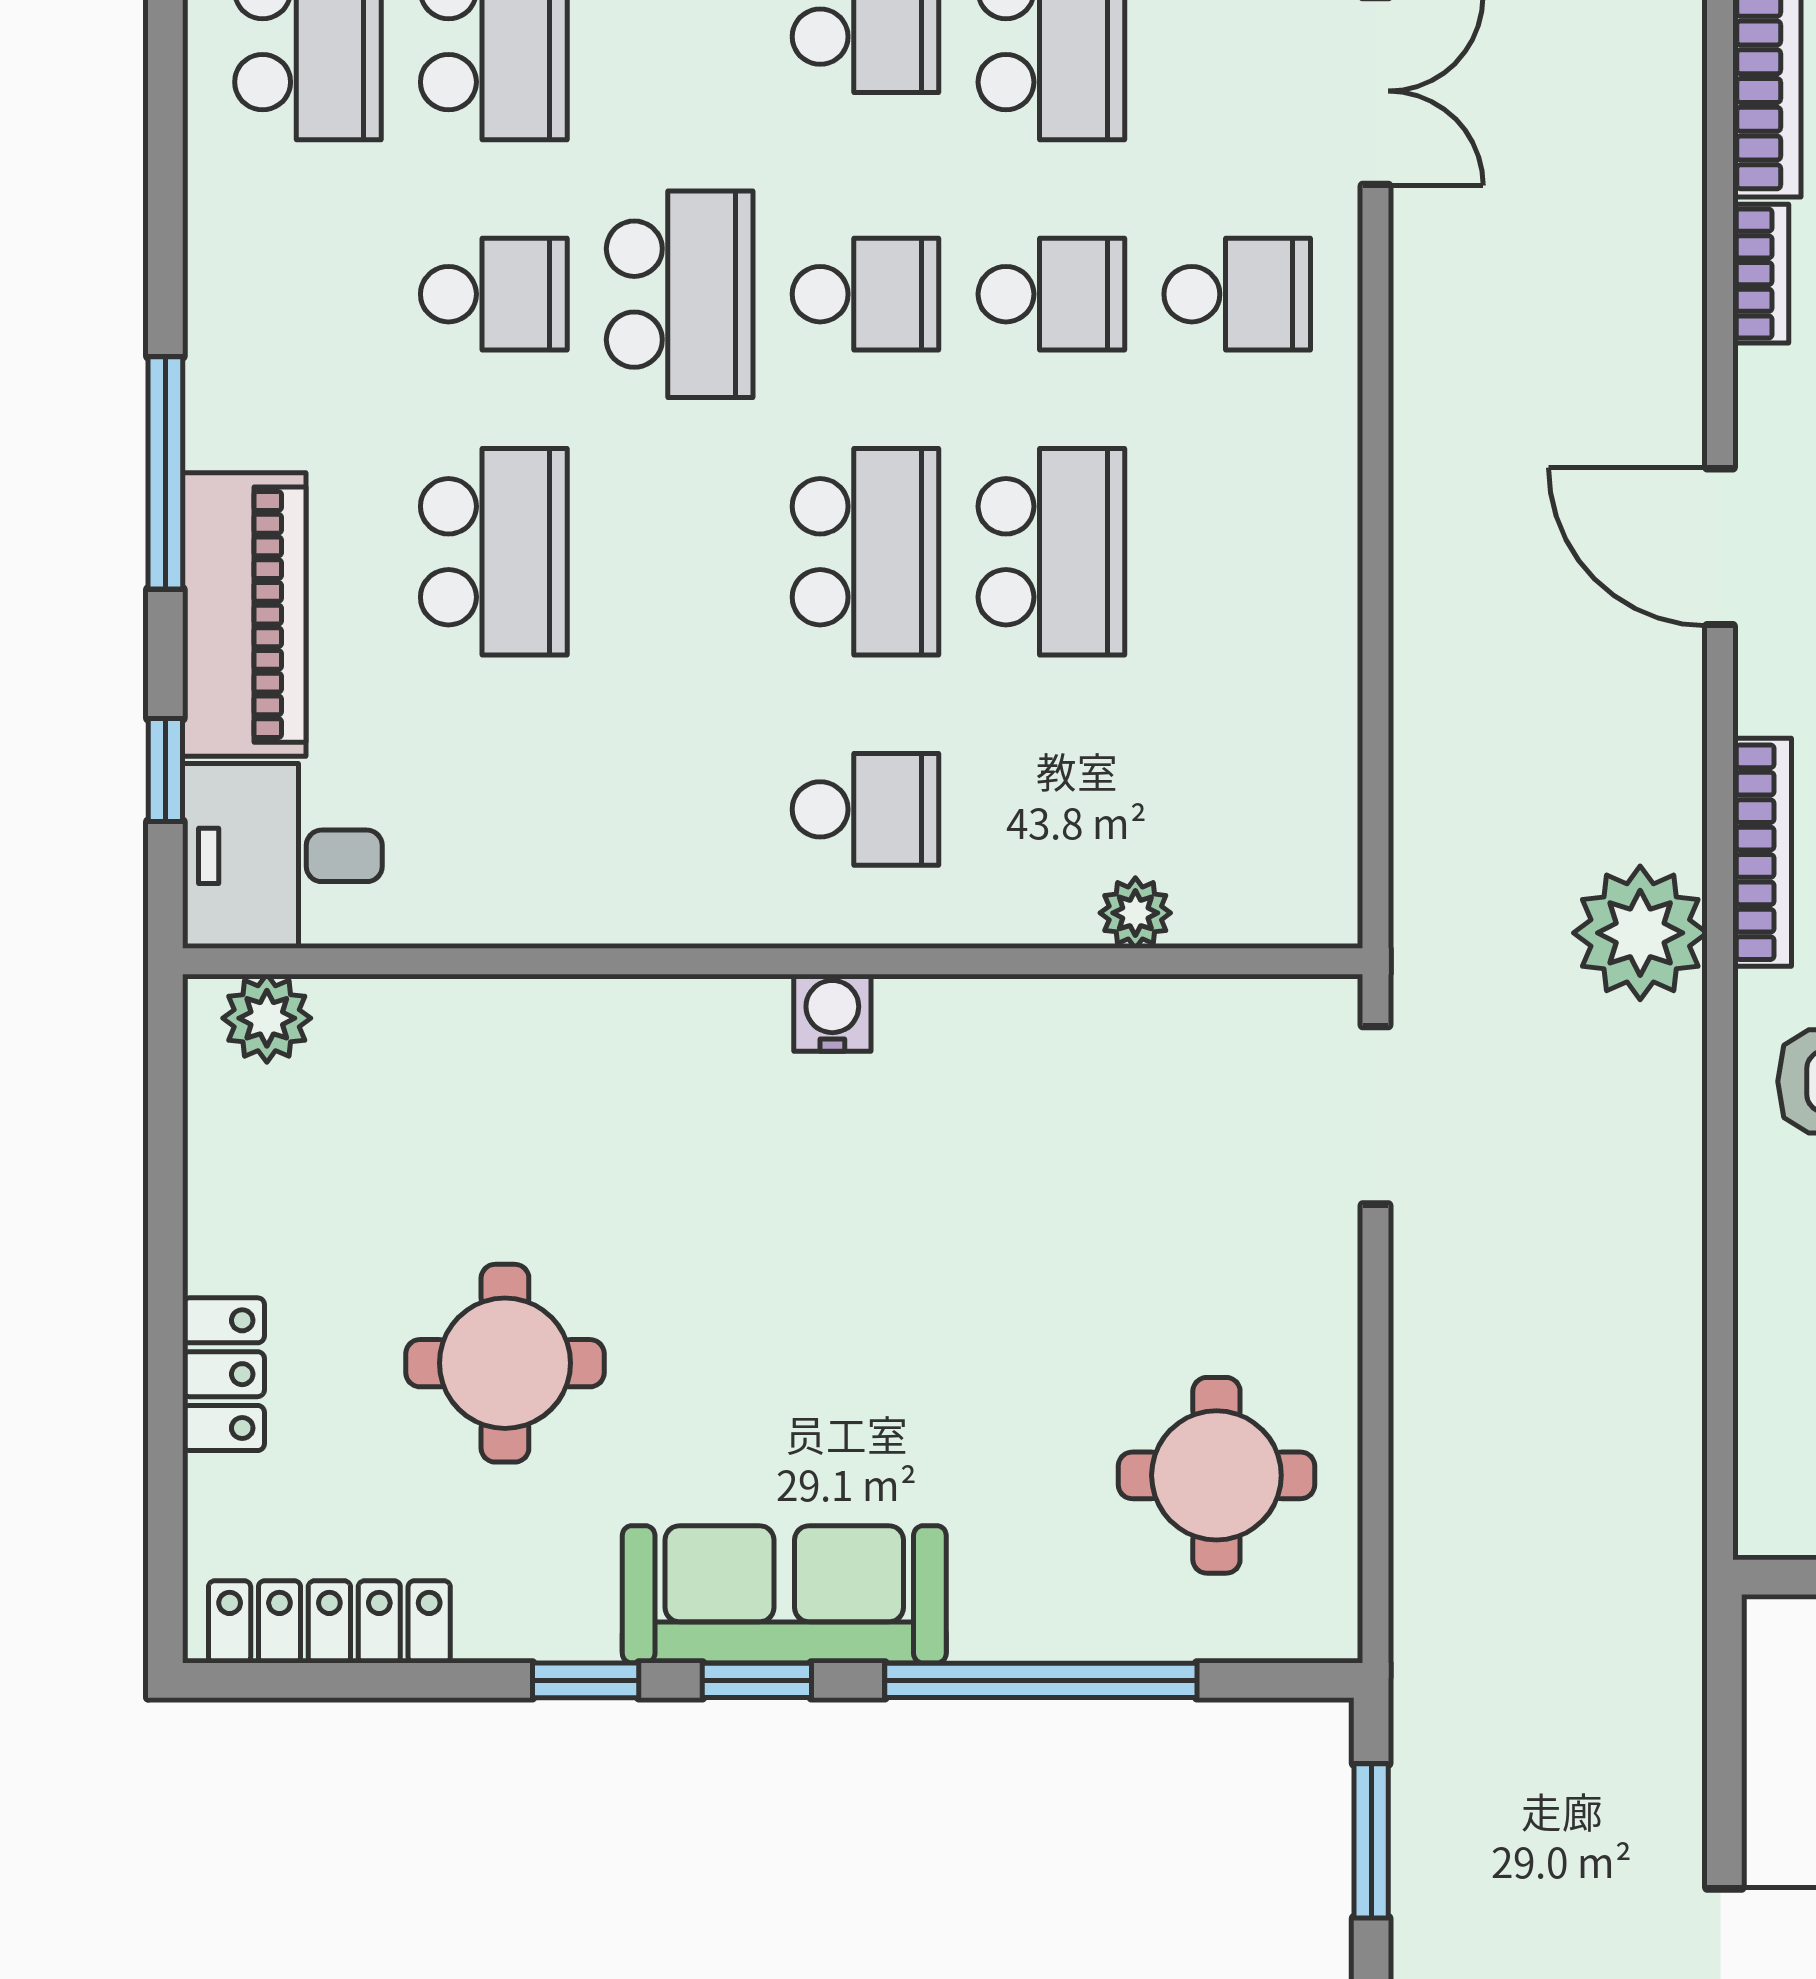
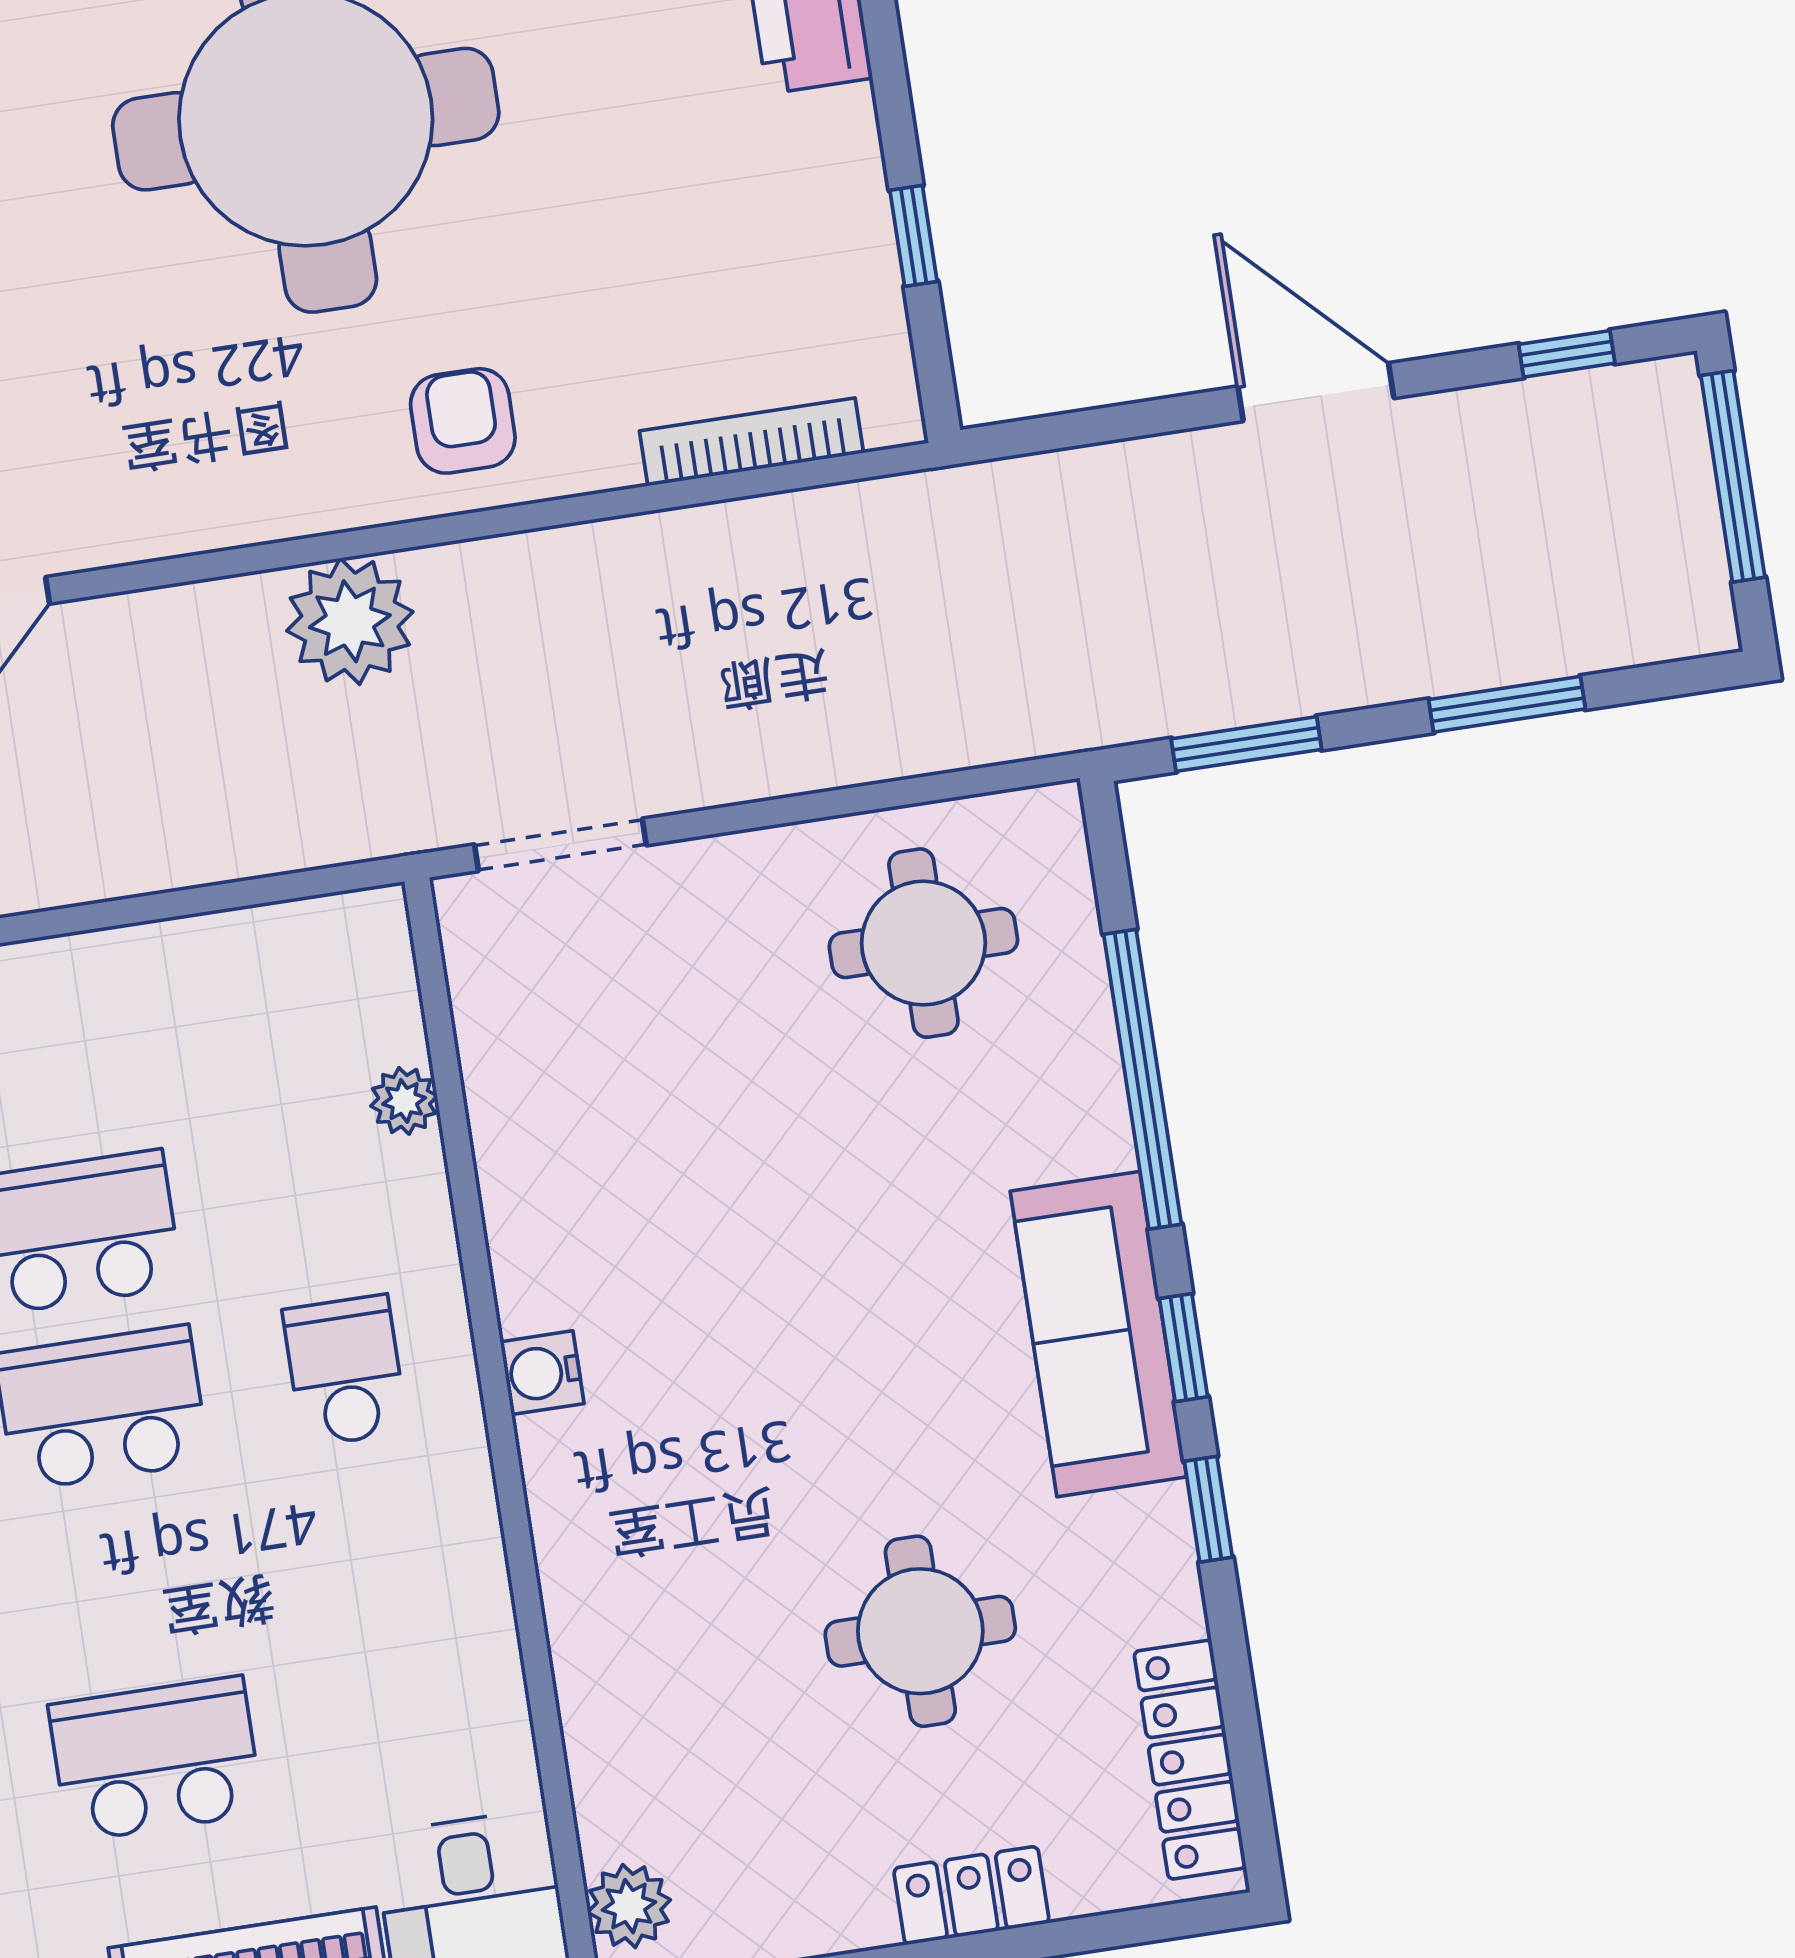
bookcase: (1762, 852) -> (751, 442), moved

